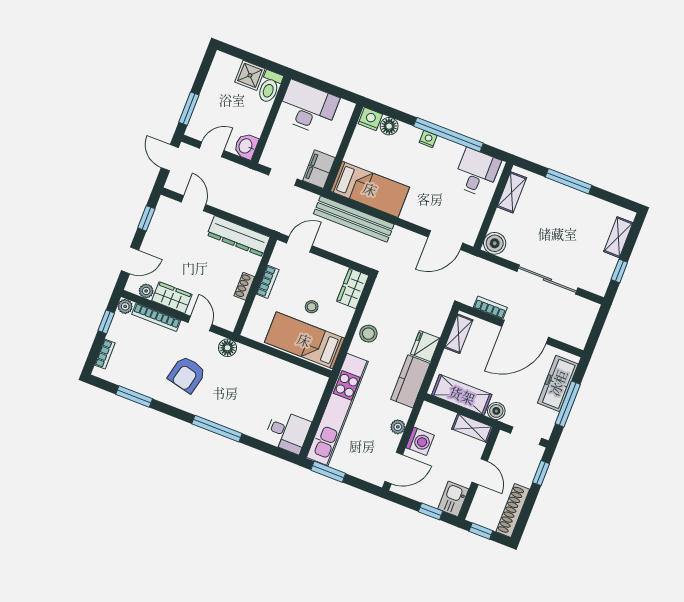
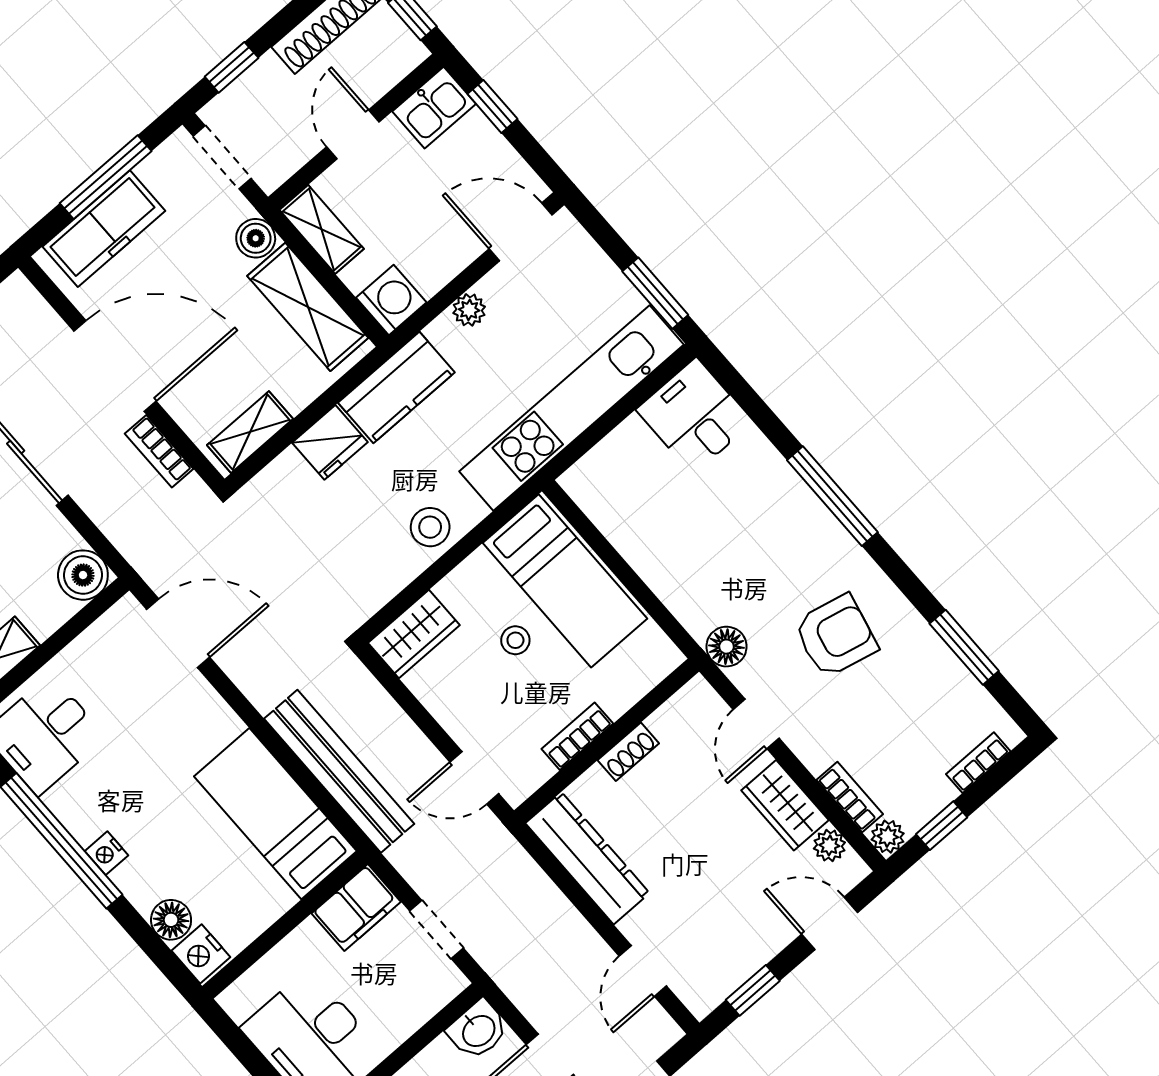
bookcase: (156, 317) -> (850, 797), width x0.64
washing machine: (420, 441) -> (391, 300), moved, turned 90

